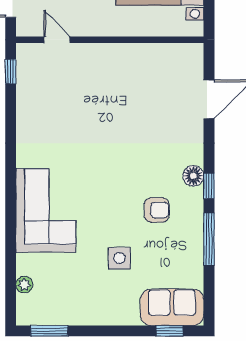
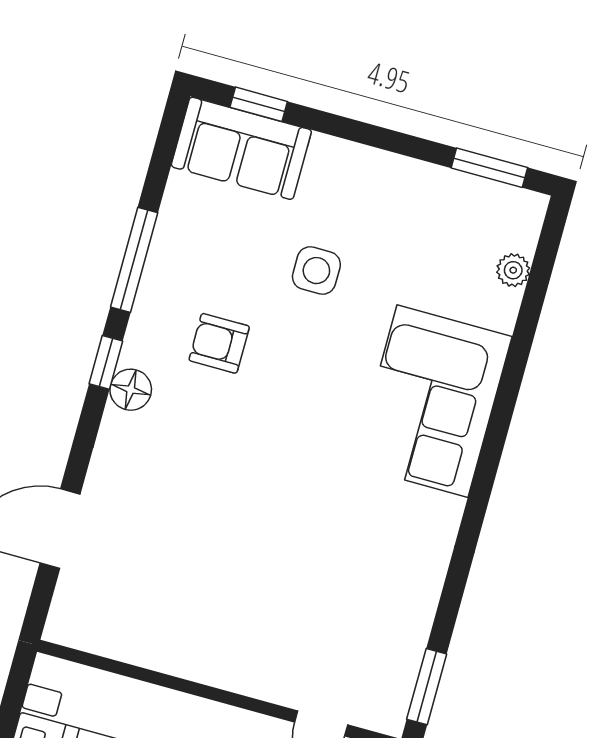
window: (11, 72) -> (427, 687), width x1.50

